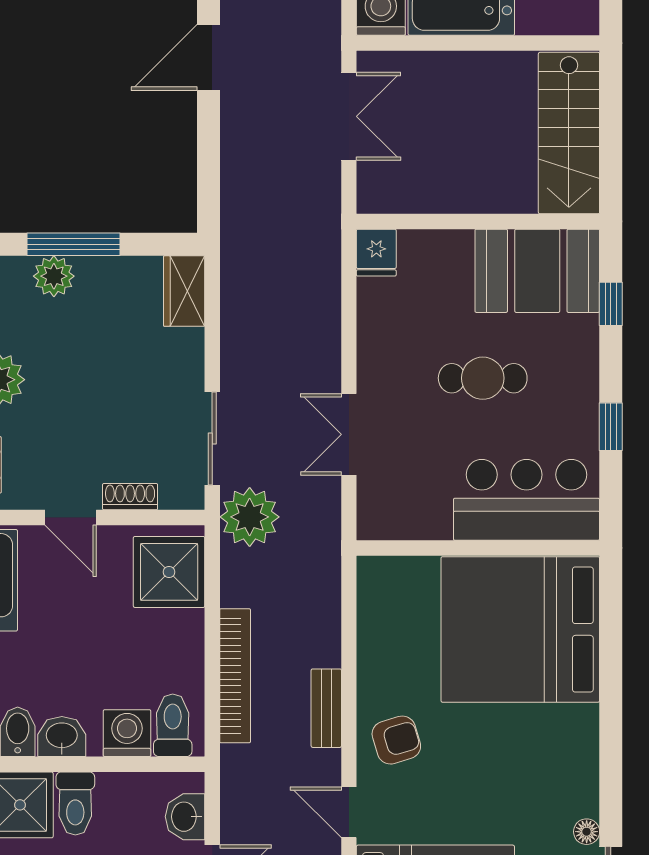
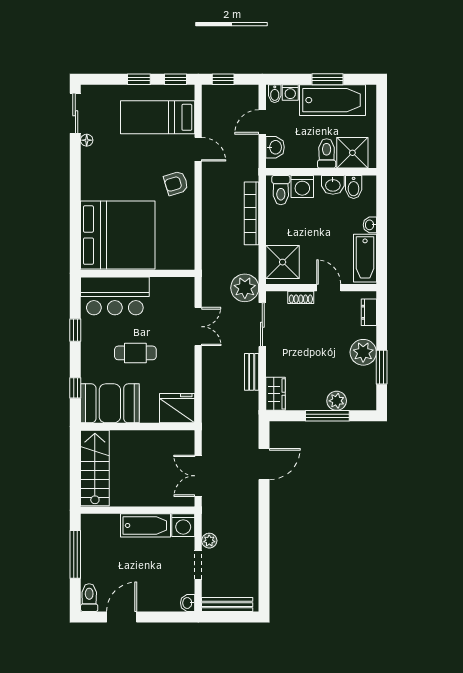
door: (208, 57) -> (264, 464), moved
fridge: (376, 253) -> (177, 408), width x1.88, depth x1.34
bench: (326, 708) -> (252, 372), moved

